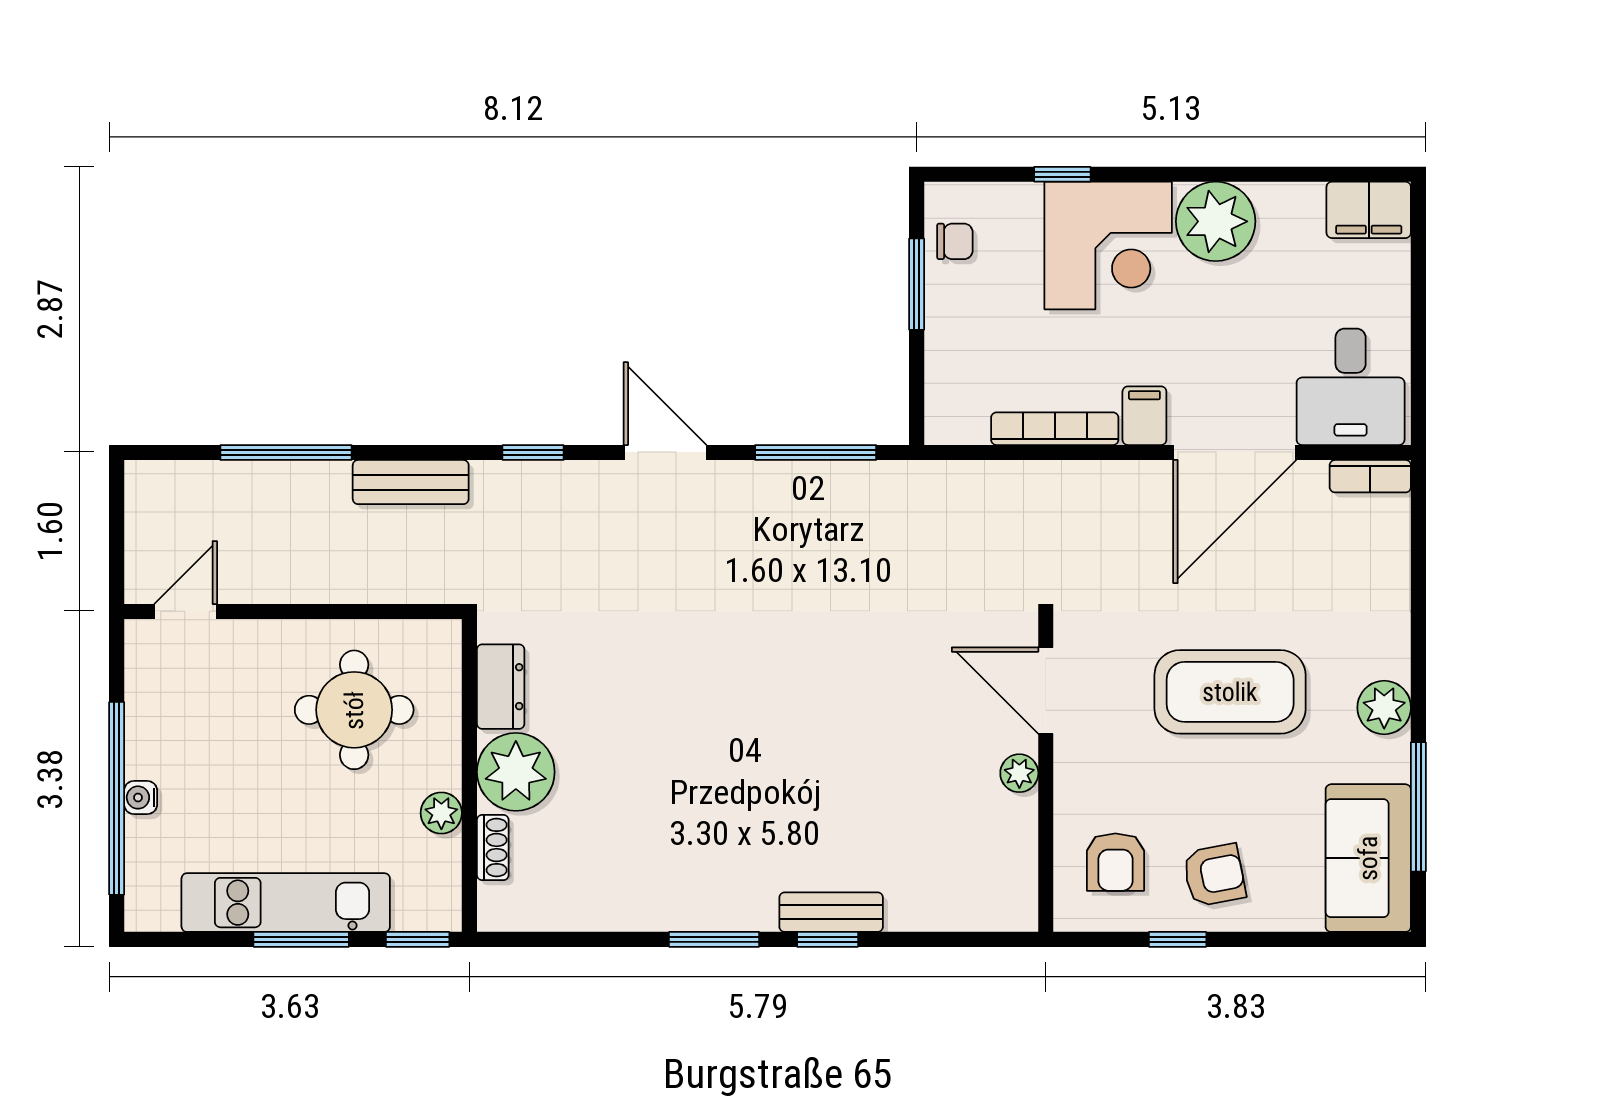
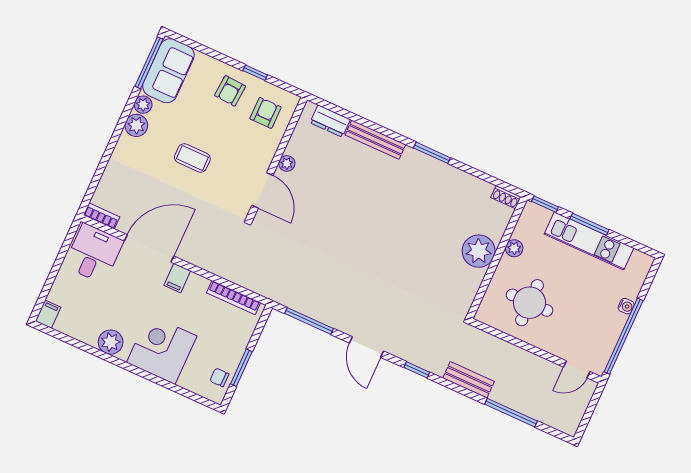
window: (1062, 174) -> (167, 384), removed
filing cabinet: (1369, 210) -> (48, 314), width x0.50
plant: (1216, 221) -> (111, 342), width x0.73, depth x0.73
bookcase: (1055, 429) -> (234, 298), moved
dresser: (501, 687) -> (330, 121), moved, turned -90
coffee table: (1230, 692) -> (192, 158), width x0.54, depth x0.58
plant: (1390, 759) -> (143, 105), added
window: (117, 798) -> (624, 336), moved
window: (1418, 807) -> (149, 63), moved
shoe rack: (493, 847) -> (506, 197), moved, turned -90
armchair: (1214, 875) -> (230, 91), turned -75
bench: (831, 912) -> (375, 140), width x1.36
window: (828, 939) -> (389, 133), removed

